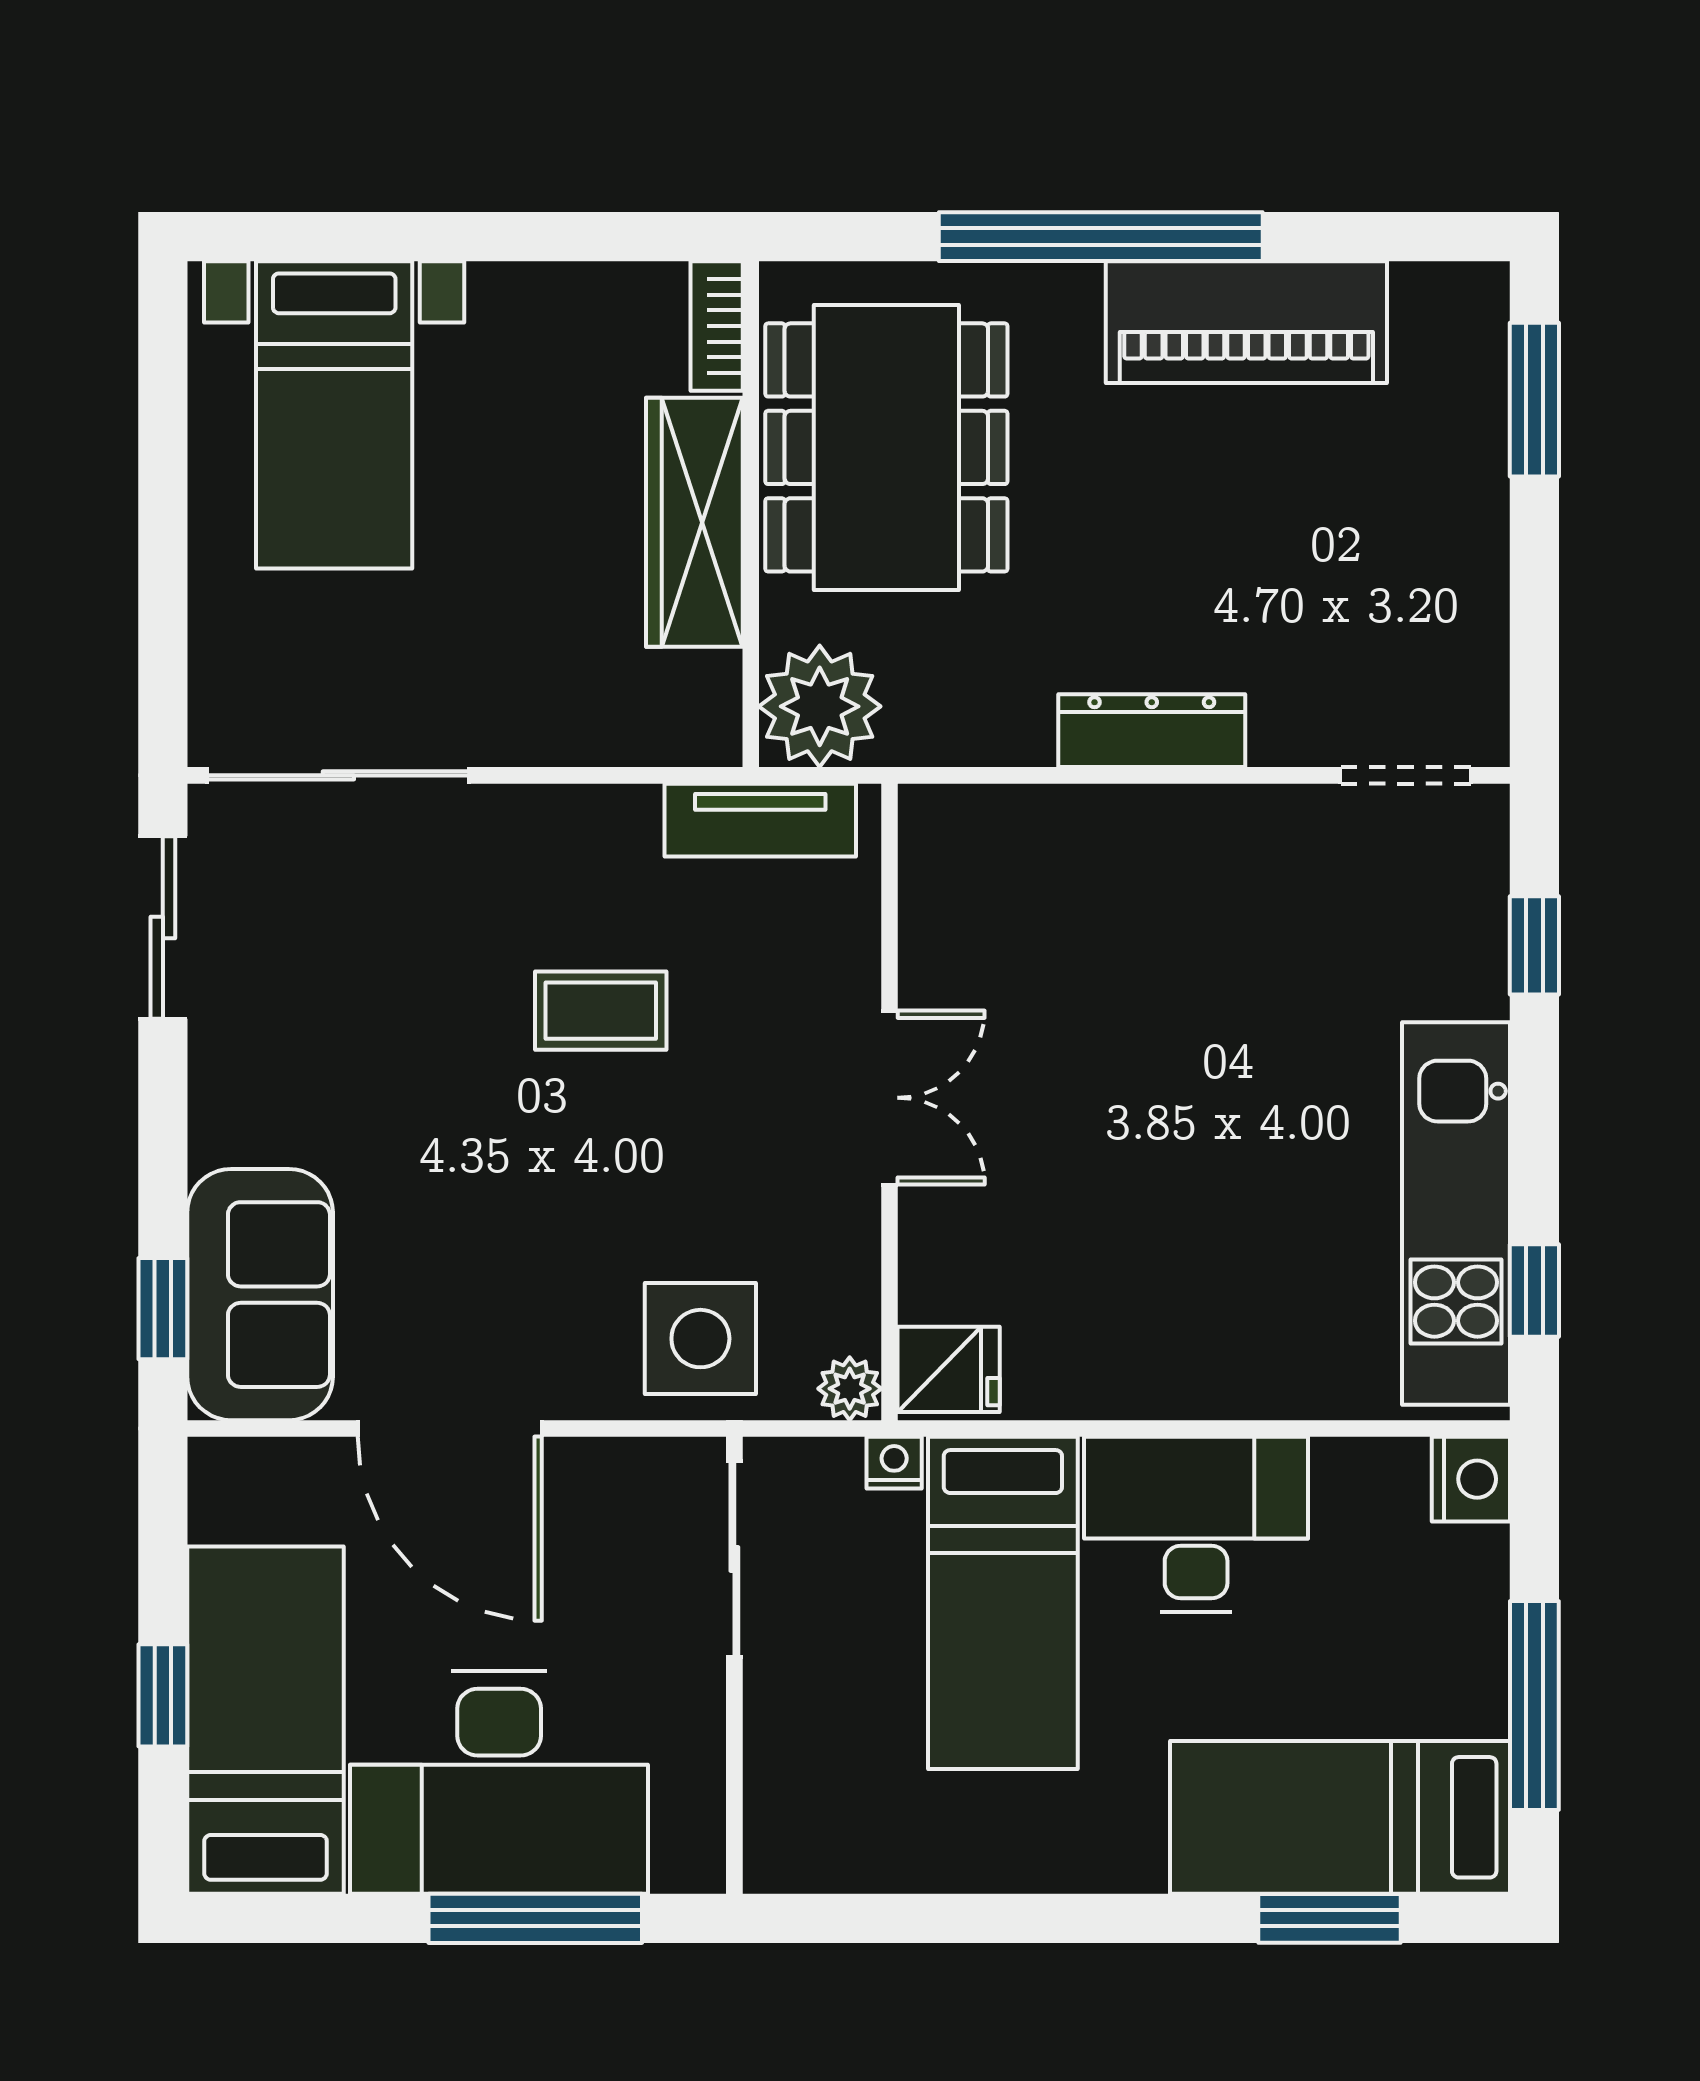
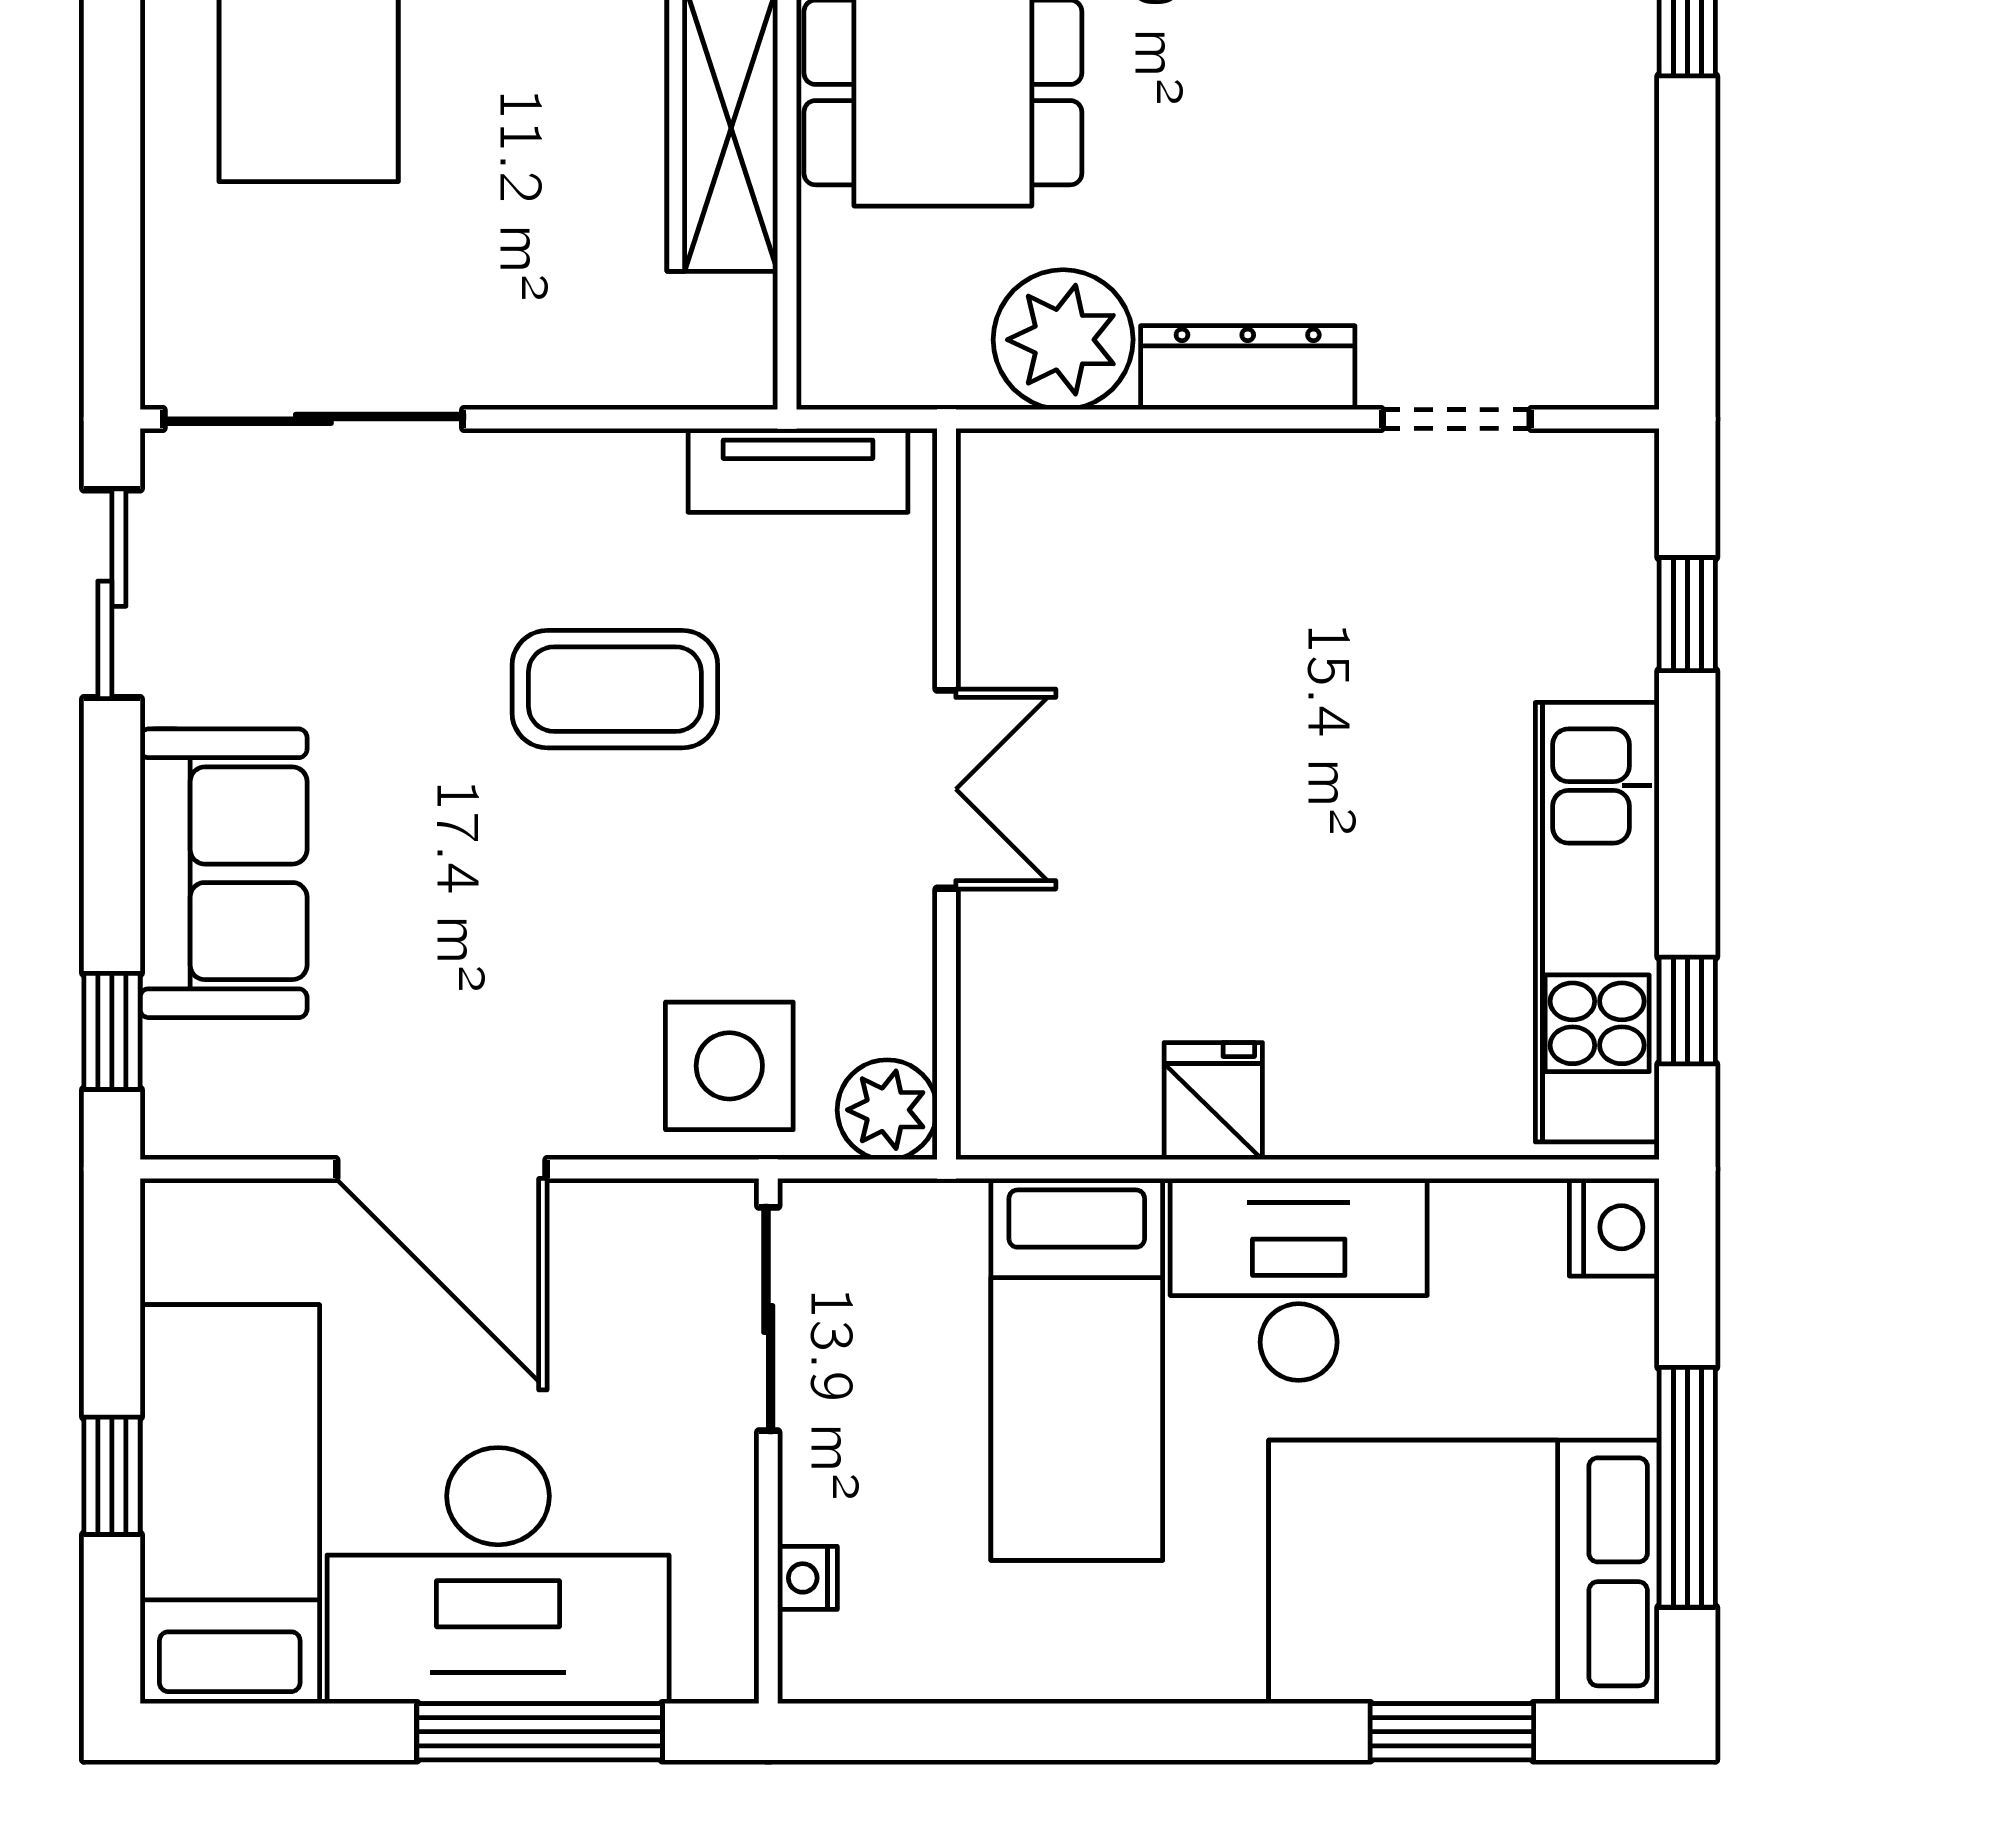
plant: (820, 706) -> (1063, 340), moved
doorway: (1405, 775) -> (1456, 419), moved
coffee table: (601, 1011) -> (615, 689), width x1.36, depth x1.30
sofa: (260, 1295) -> (224, 873), moved
fridge: (949, 1369) -> (1213, 1101), moved, turned -90
plant: (850, 1389) -> (887, 1110), width x1.38, depth x1.38
nightstand: (894, 1463) -> (807, 1578), moved, turned -90
bed: (1340, 1817) -> (1464, 1572), width x1.50

